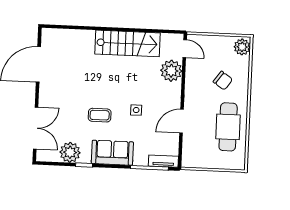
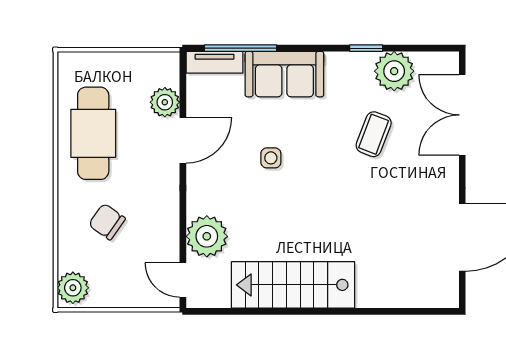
coffee table: (100, 115) -> (374, 134), moved, turned -69
plant: (190, 141) -> (165, 102), added
sofa: (112, 153) -> (284, 74), moved

